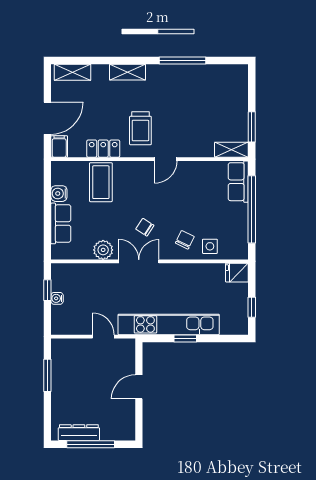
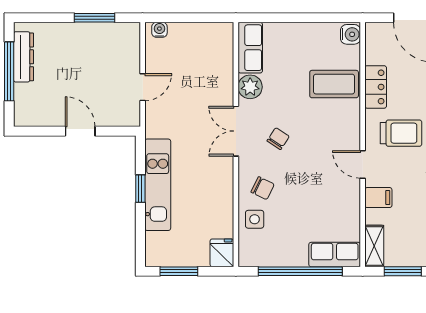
trolley: (140, 128) -> (401, 133), turned 180
filing cabinet: (59, 146) -> (378, 198), moved
water cooler: (59, 194) -> (351, 34), moved, turned 90
row of seats: (61, 223) -> (250, 48), moved, turned -90
double door: (139, 261) -> (236, 131), swing flipped
window: (47, 290) -> (200, 18), removed
water cooler: (57, 298) -> (159, 30), moved
window: (252, 307) -> (179, 271), width x1.50
kitchen unit: (169, 324) -> (158, 185), width x0.73

